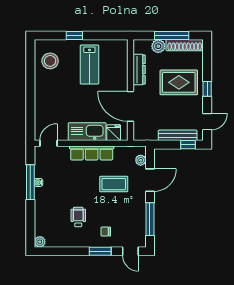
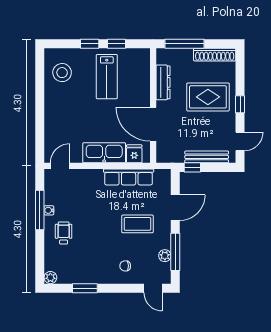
window: (98, 35) -> (116, 44), added
window: (172, 35) -> (185, 44), moved
plant: (158, 46) -> (185, 56), removed
window: (188, 145) -> (192, 167), moved
row of seats: (92, 153) -> (129, 177), moved
plant: (141, 160) -> (165, 256), moved
coffee table: (114, 184) -> (137, 224), moved
wheelchair: (78, 217) -> (64, 233), moved
window: (100, 251) -> (85, 288), moved

